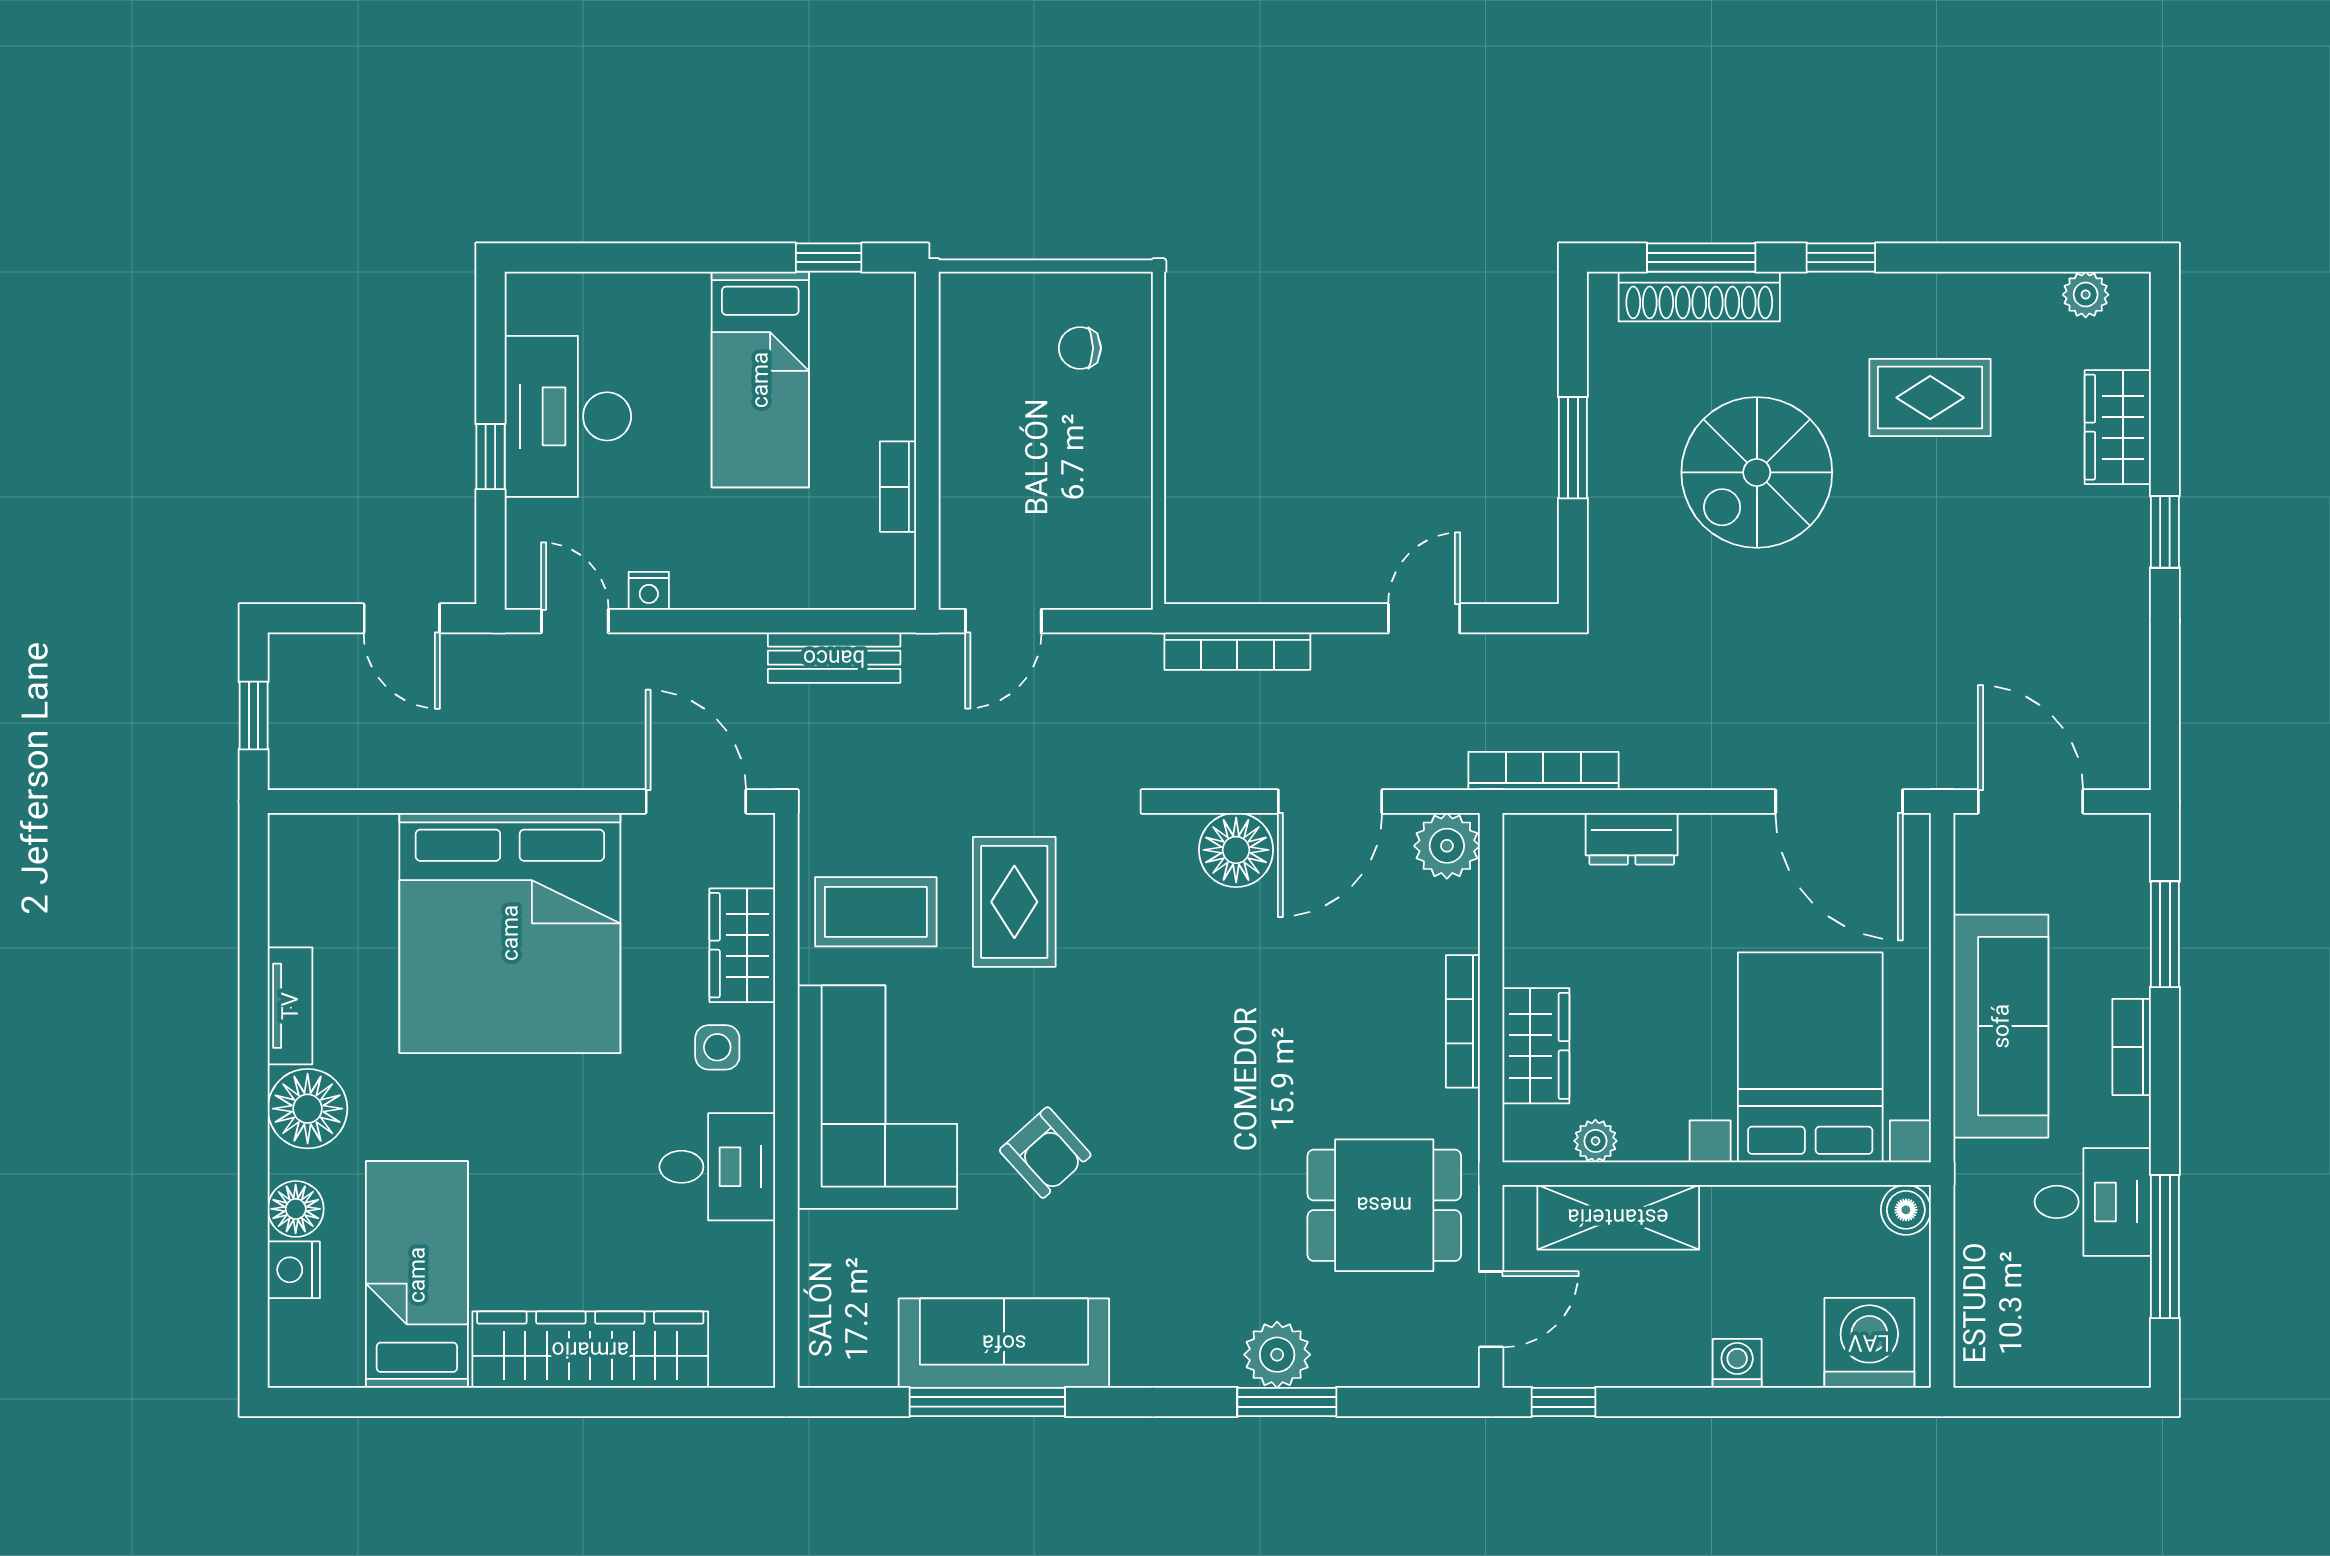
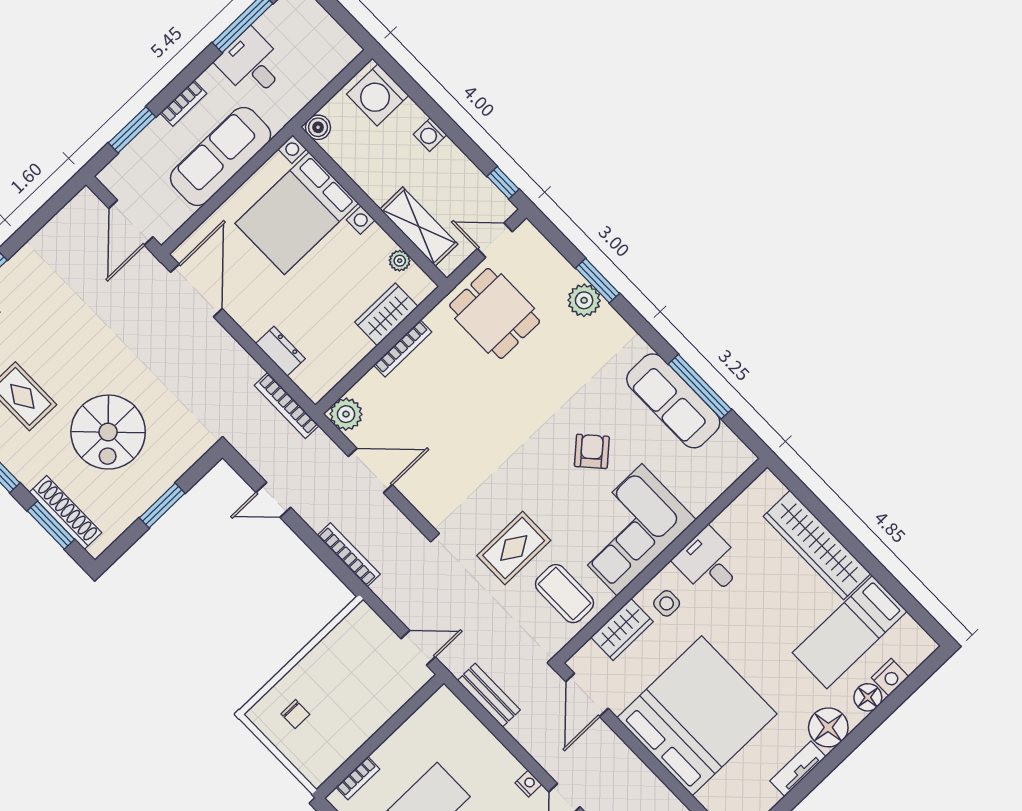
spiral stairs: (1757, 472) -> (108, 432), turned 90
bookcase: (898, 487) -> (358, 778), moved
floor lamp: (1236, 850) -> (420, 487), removed

